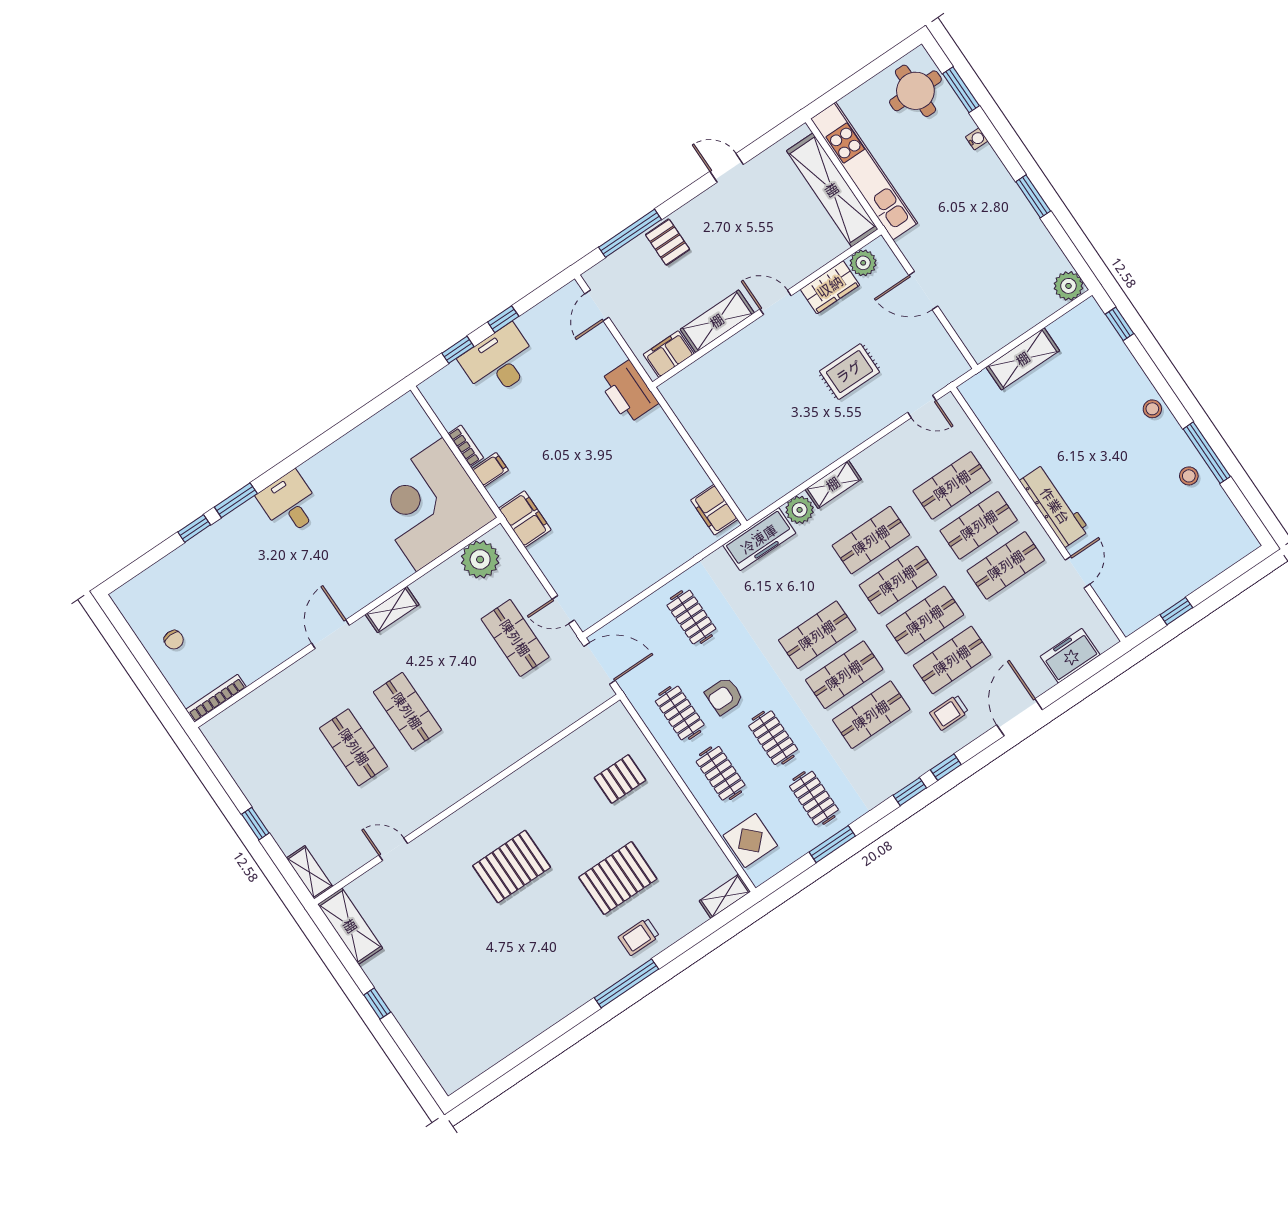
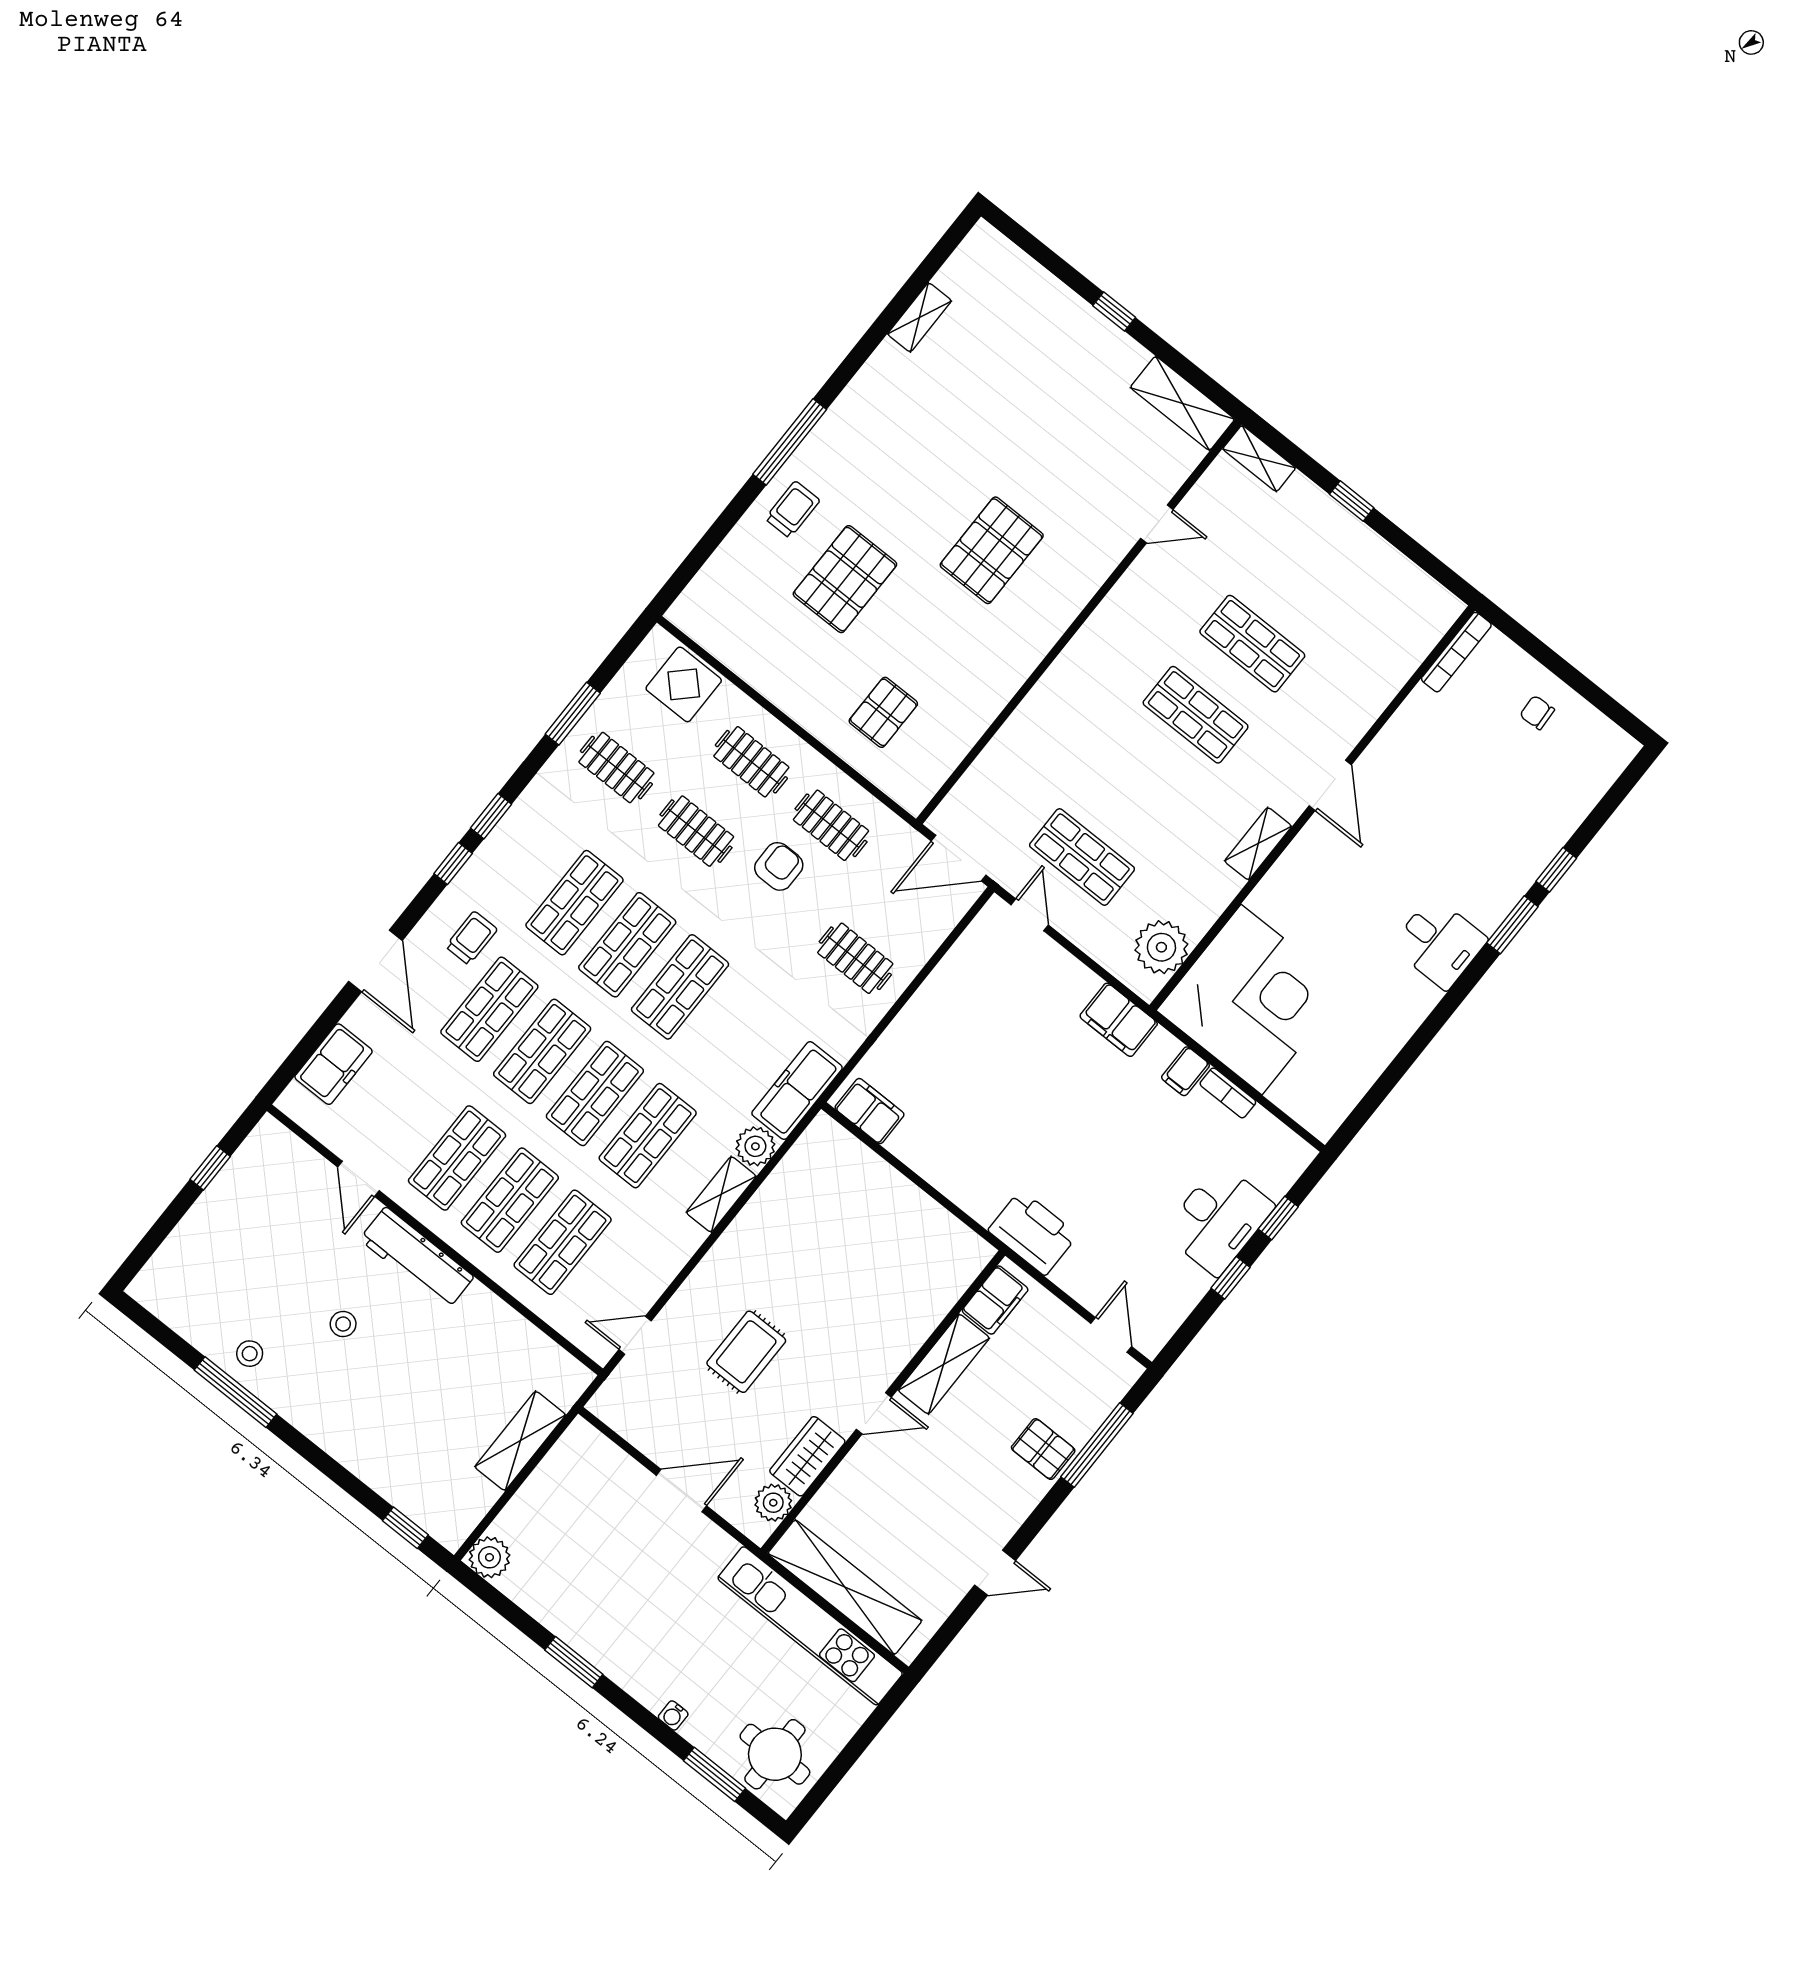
stool: (1152, 409) -> (343, 1324), moved
door: (563, 610) -> (1030, 915), hinge flipped
shelving: (725, 896) -> (920, 317), moved

